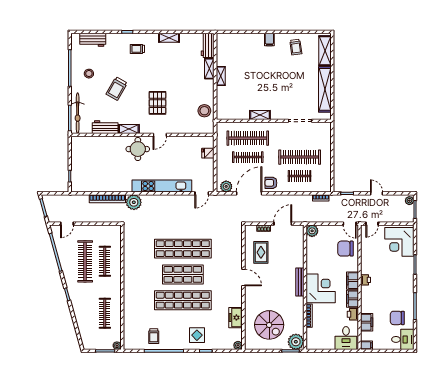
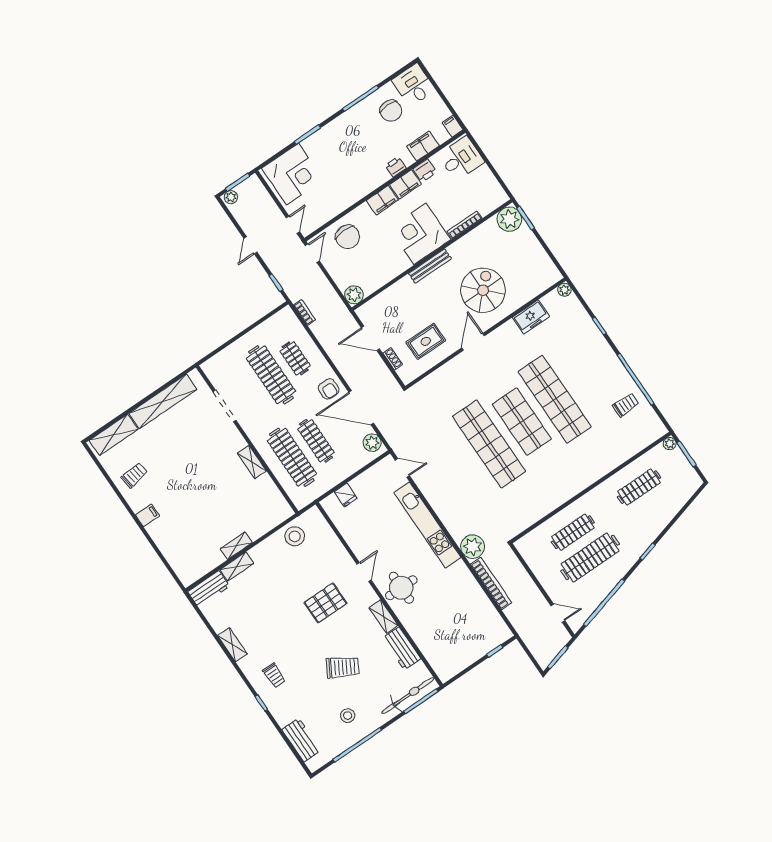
door: (160, 135) -> (364, 572), hinge flipped
door: (372, 224) -> (293, 225), hinge flipped
printer: (366, 280) -> (396, 167), moved
spiral stairs: (269, 325) -> (483, 290), moved
display table: (197, 335) -> (587, 351), removed

